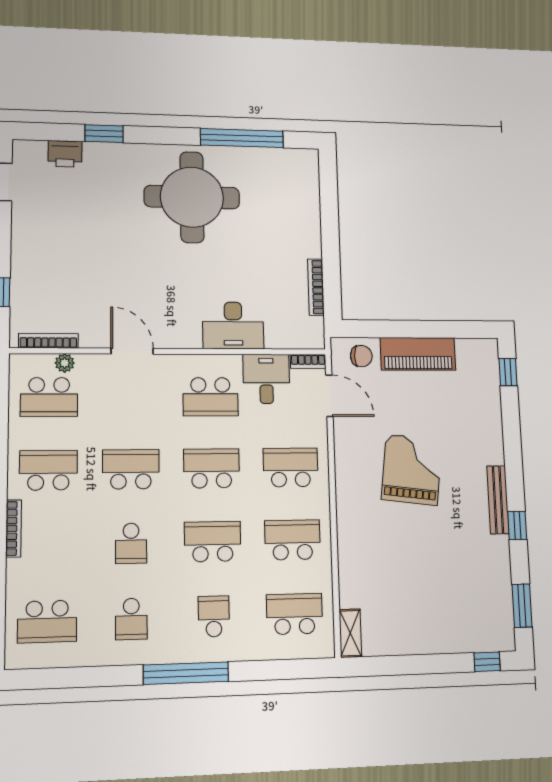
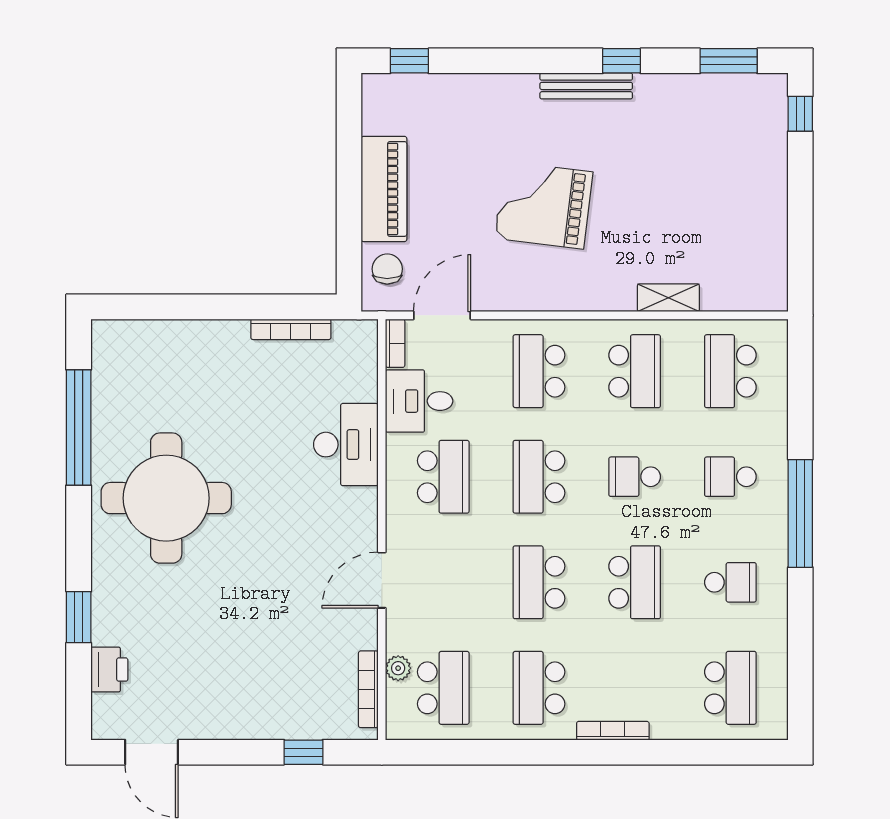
school desk: (292, 540) -> (635, 371), turned 180
school desk: (213, 542) -> (635, 477), width x0.54
school desk: (131, 543) -> (635, 582), width x1.85
shelving: (350, 633) -> (668, 298), moved

